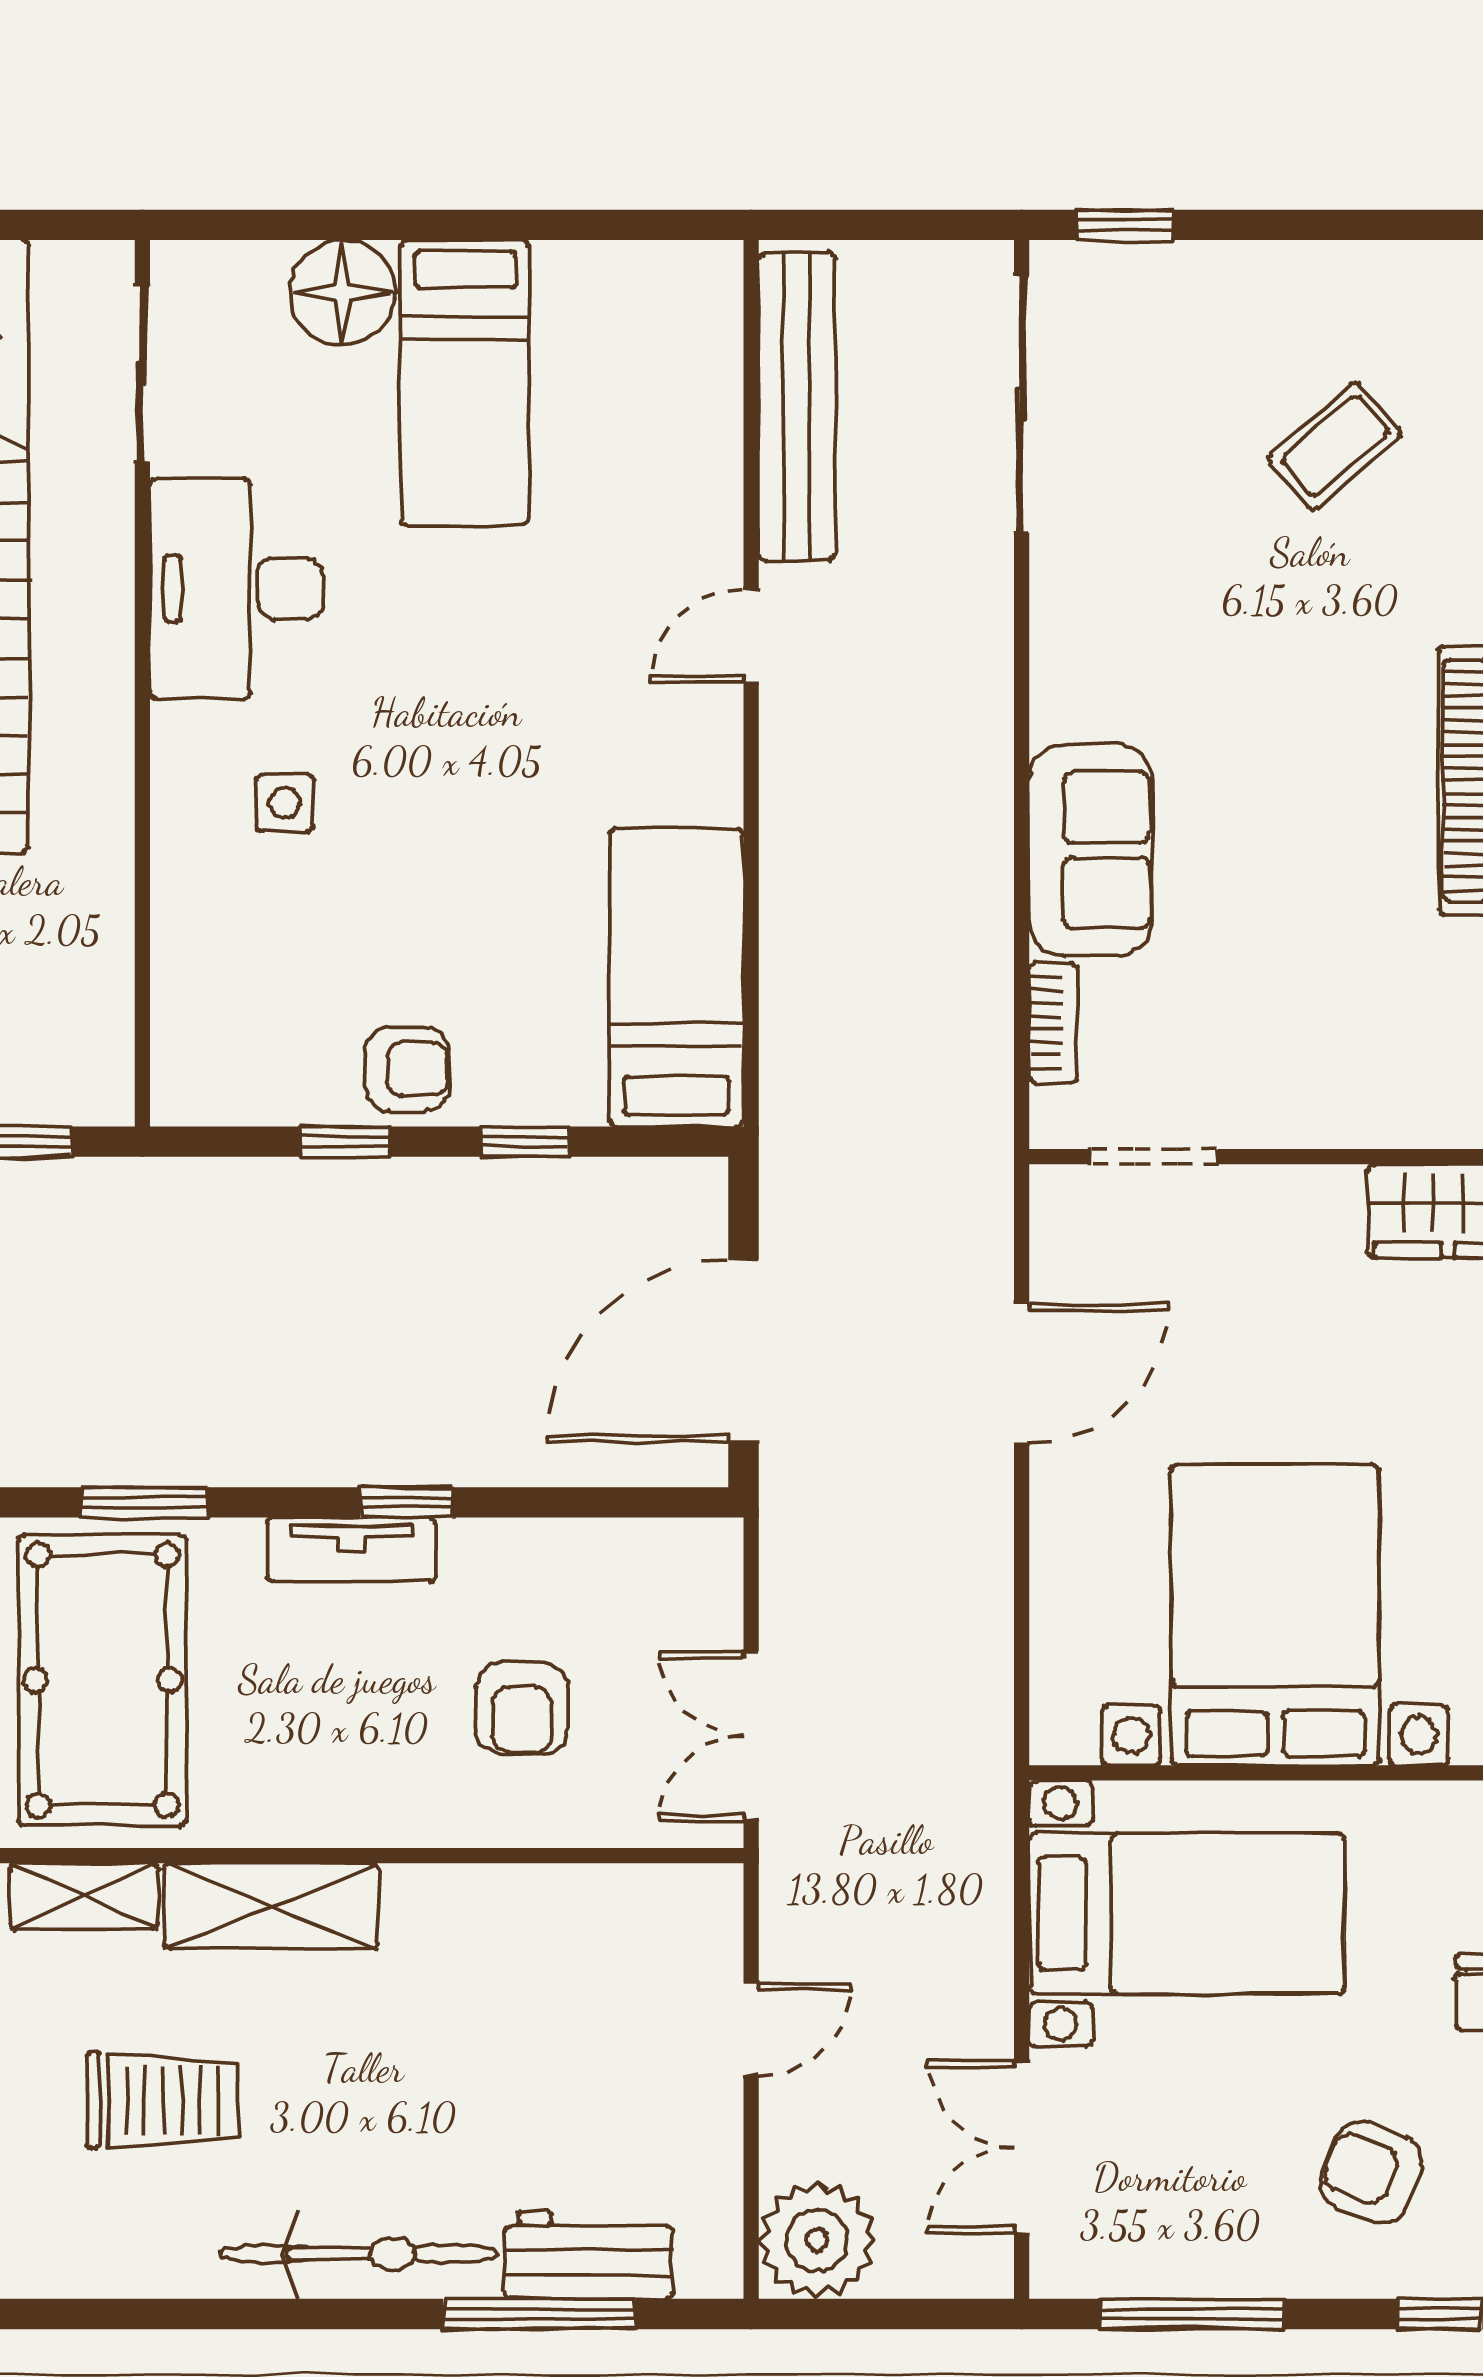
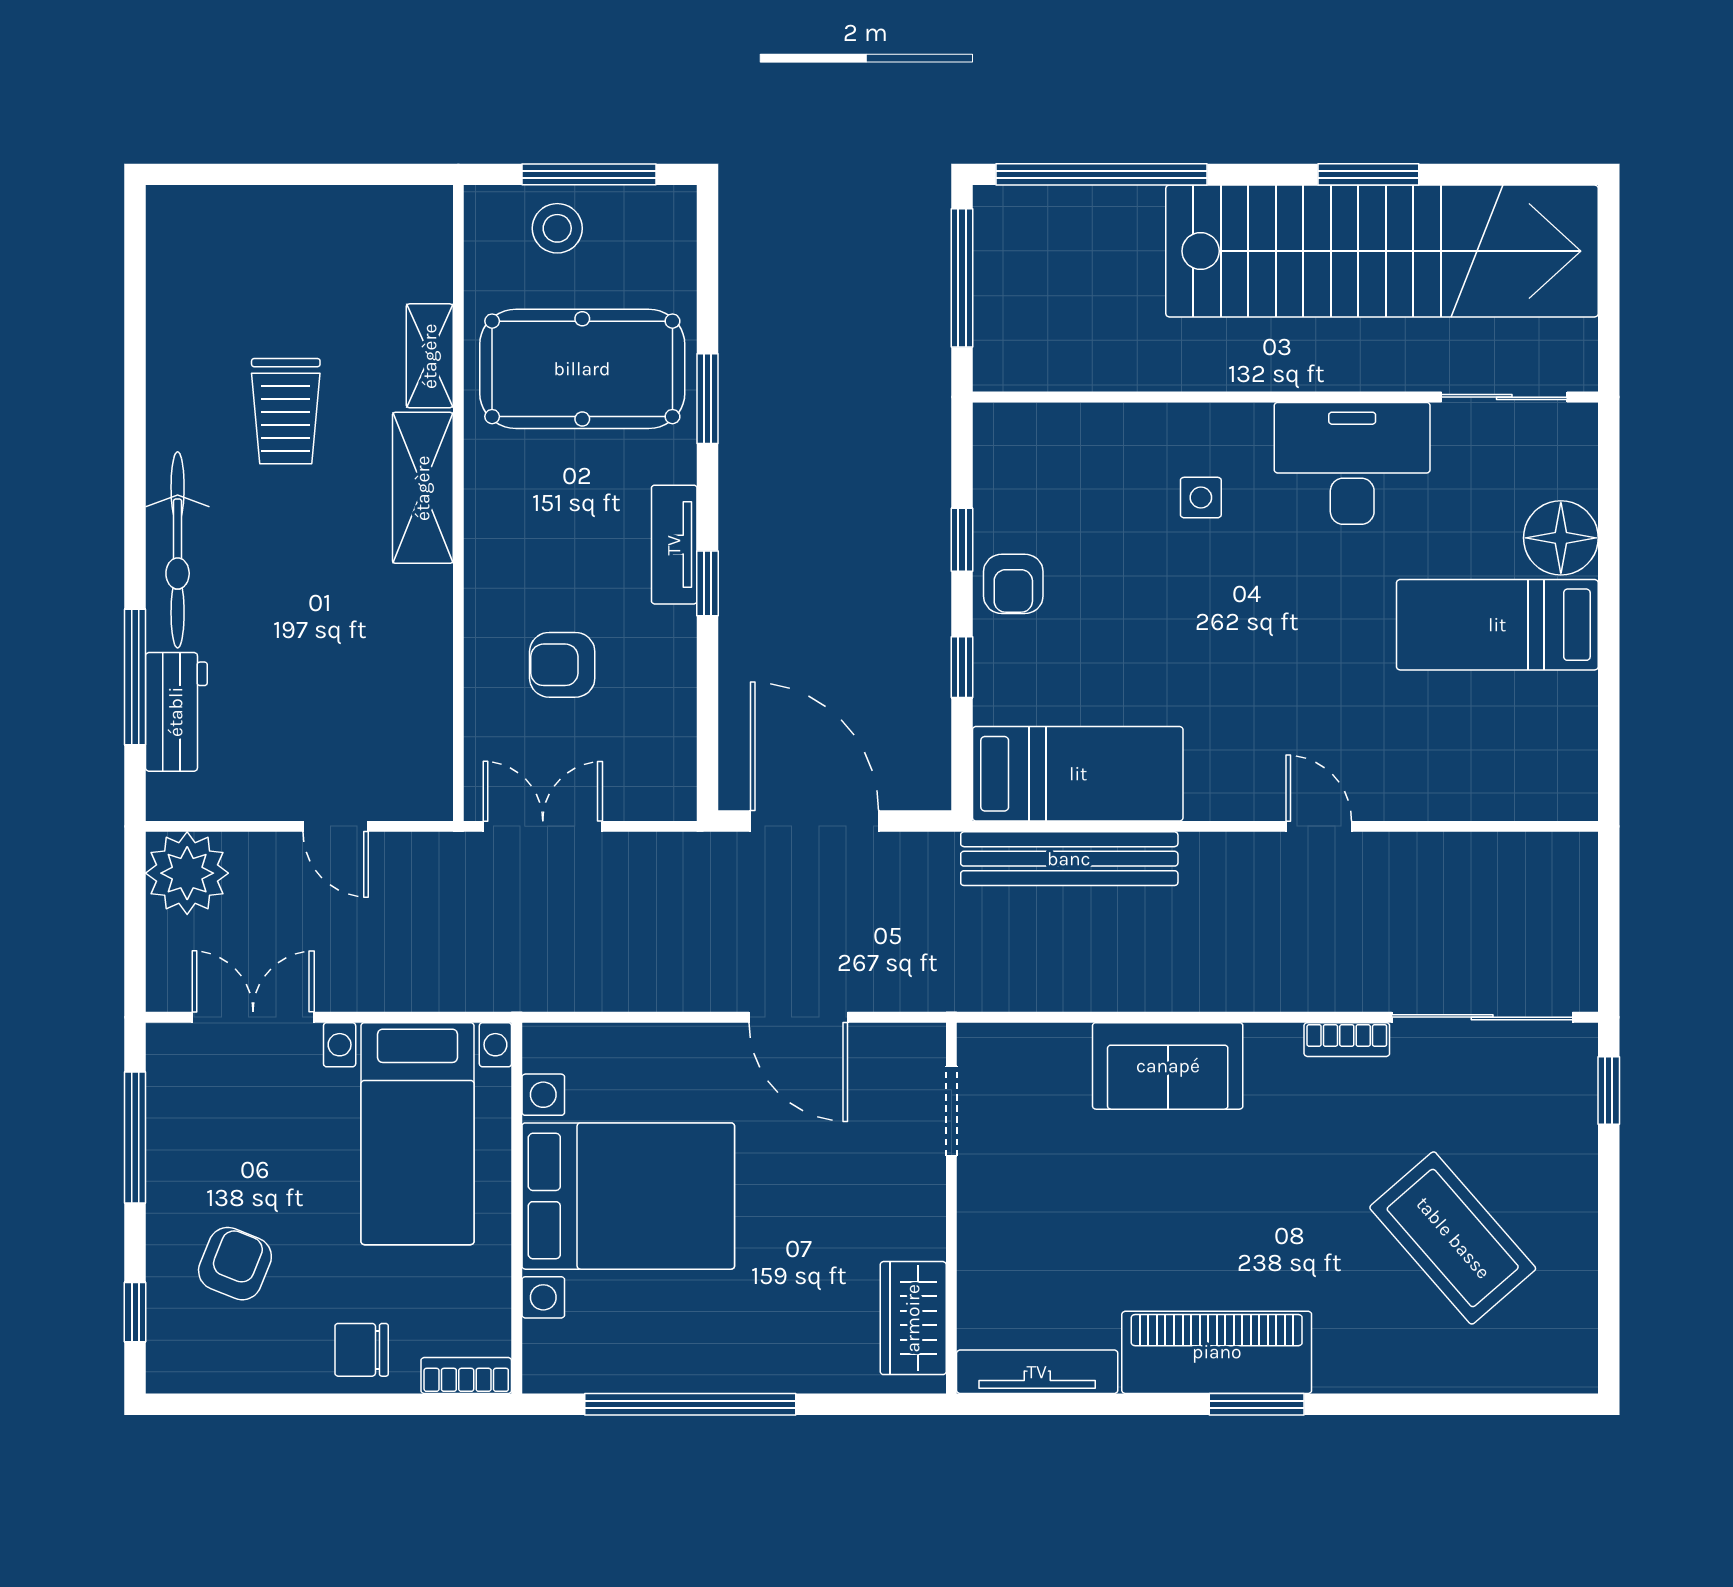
bench: (797, 407) -> (1069, 859), moved
coffee table: (1335, 446) -> (1453, 1238), width x1.86, depth x1.72
bookcase: (1053, 1023) -> (1347, 1040), moved

